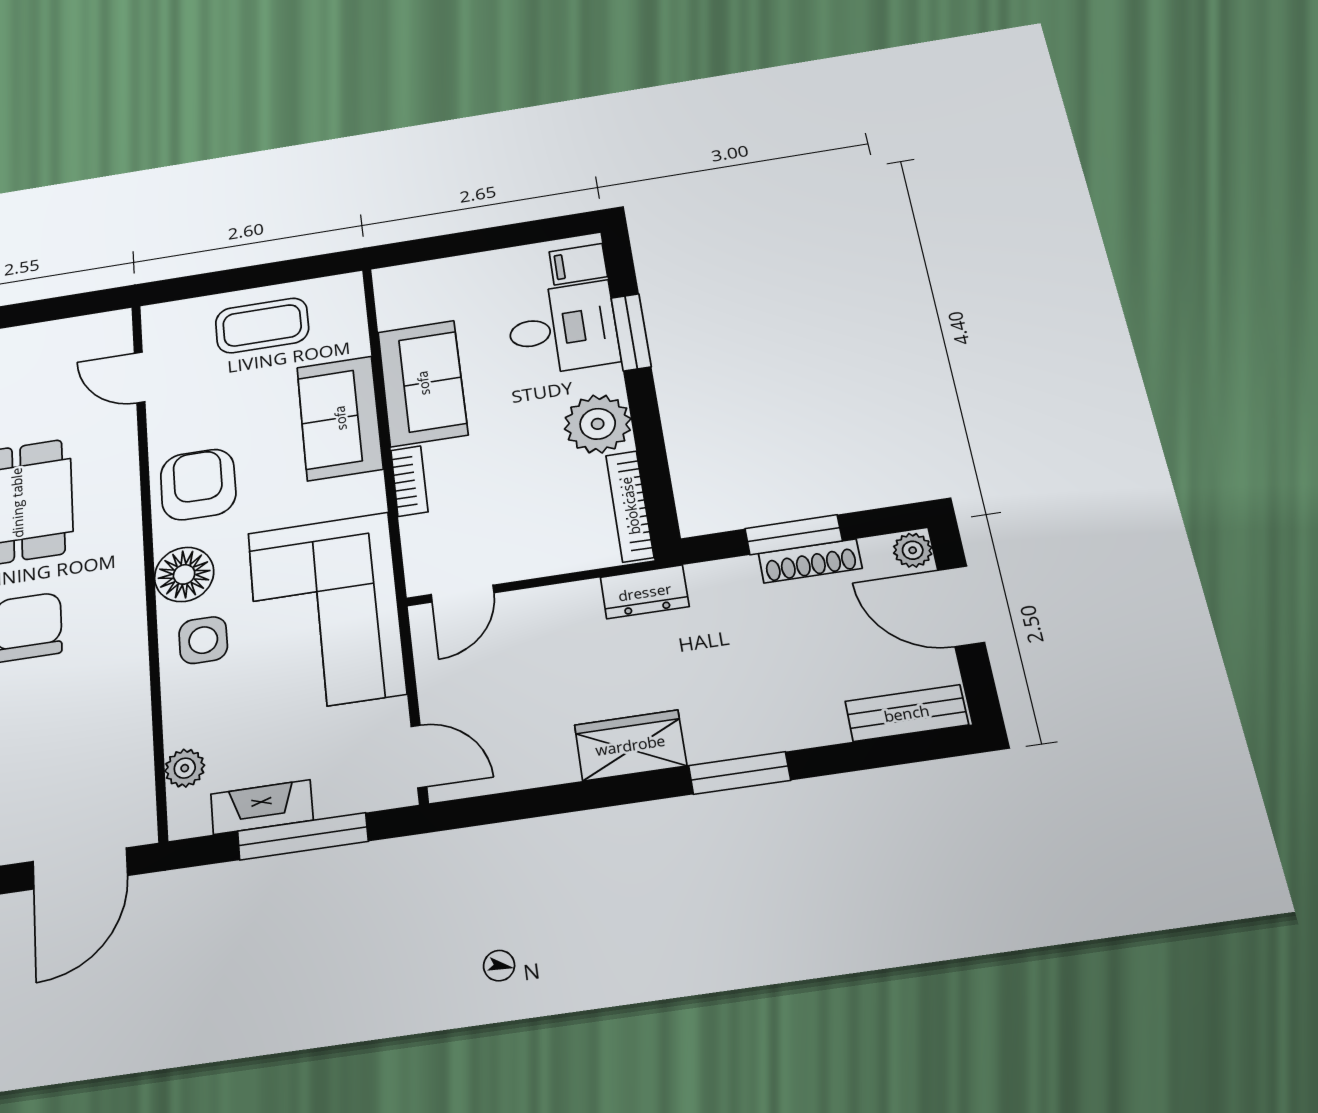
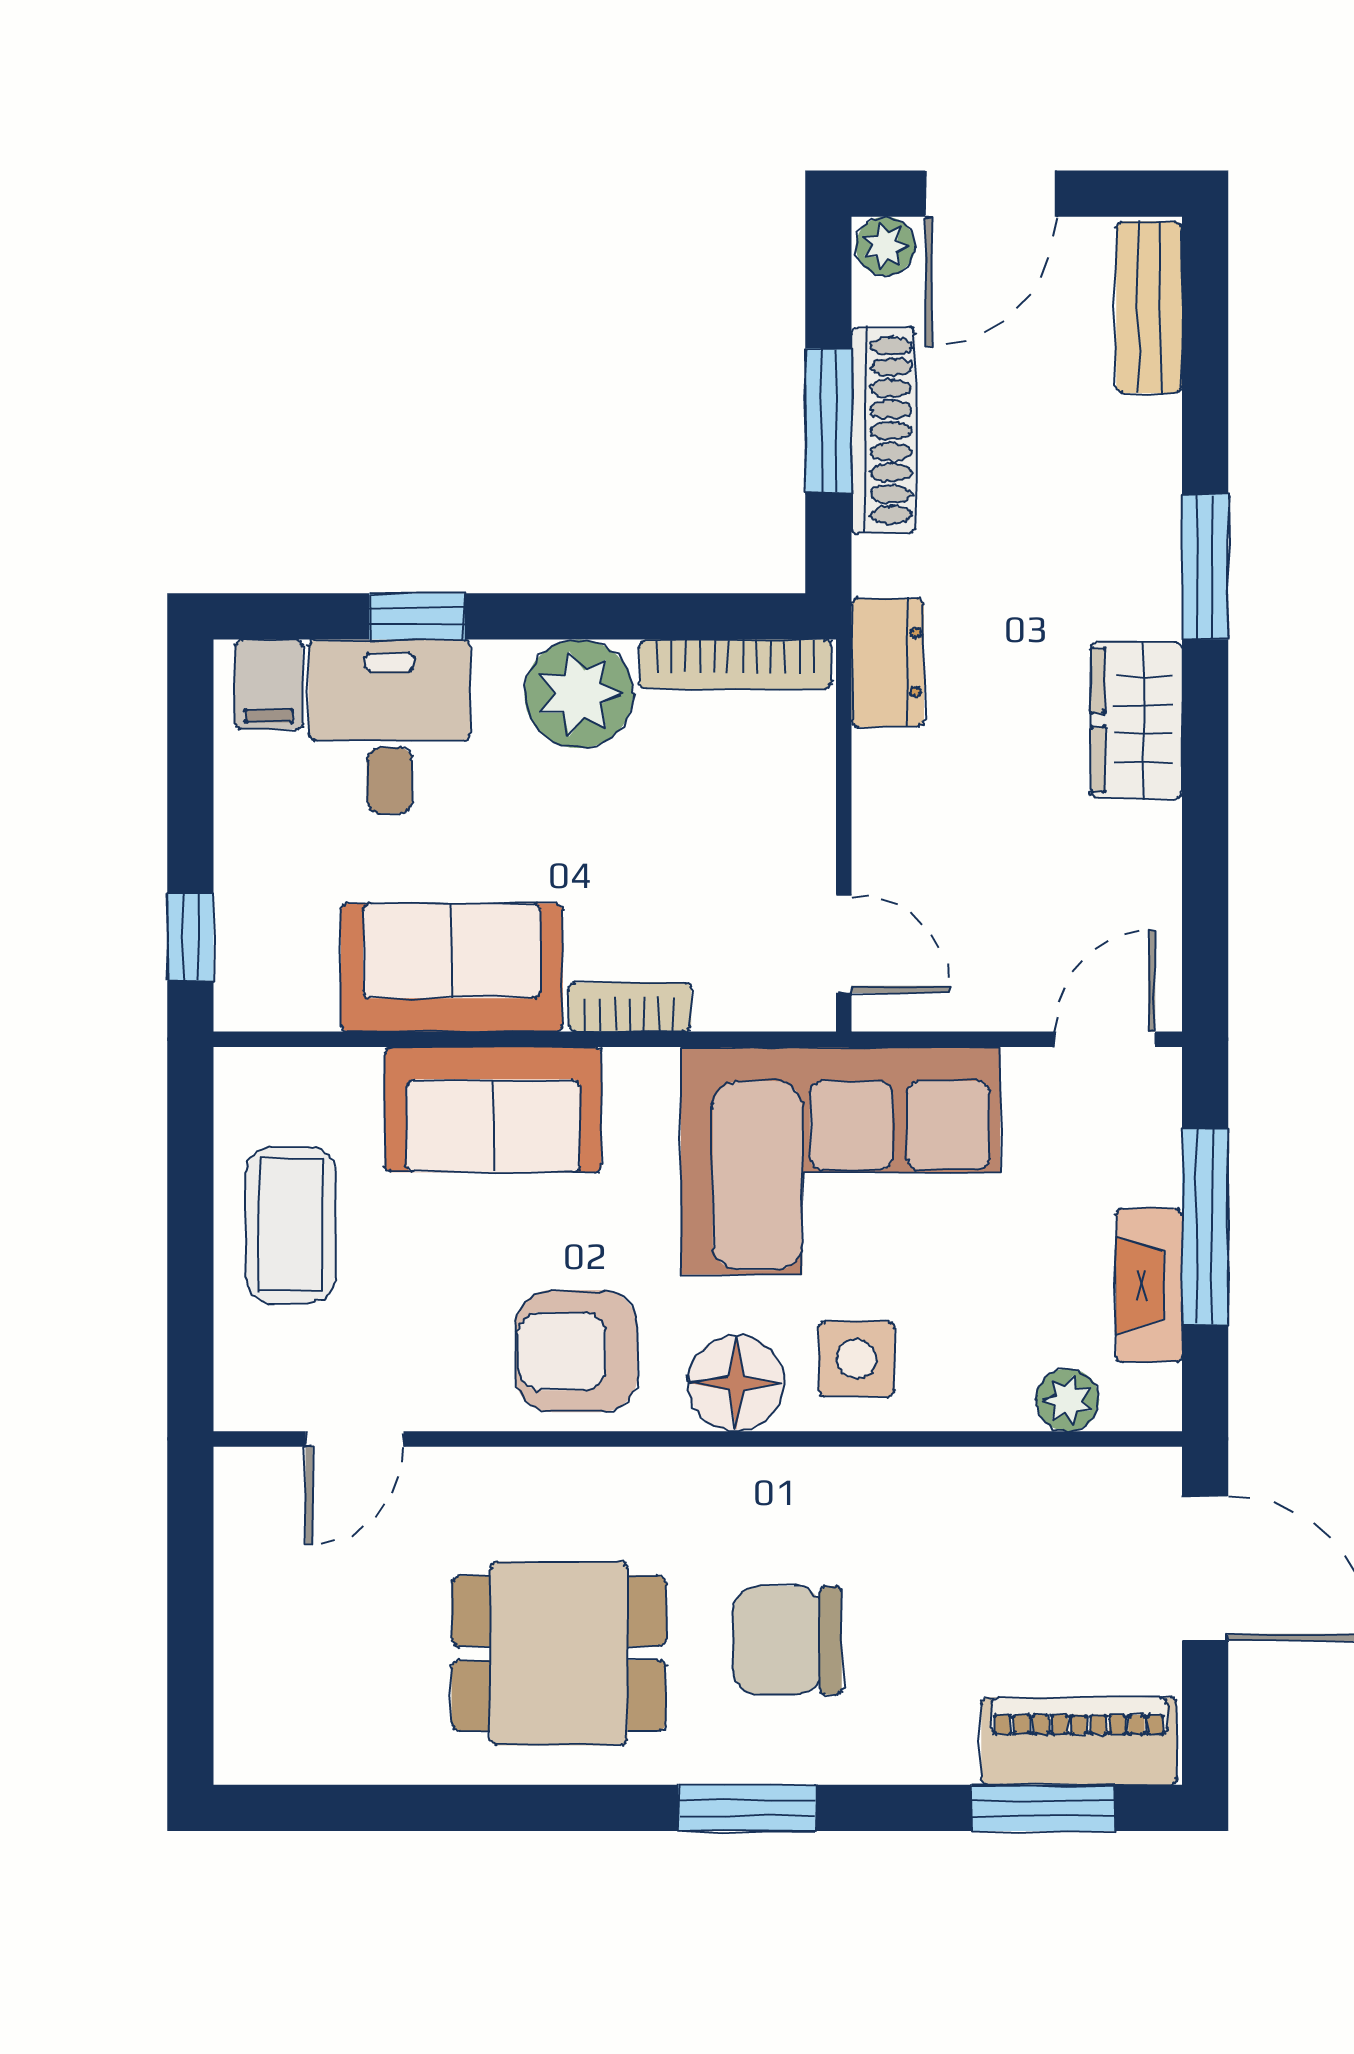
window: (425, 249) -> (190, 937), added
window: (631, 332) -> (417, 616), width x0.67
shoe rack: (810, 561) -> (883, 431), width x1.36, depth x1.24

